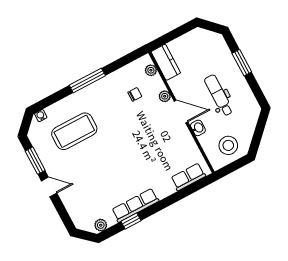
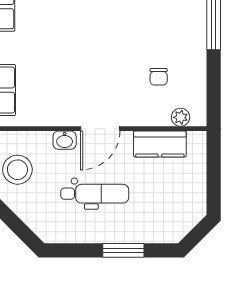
kitchen counter: (166, 62) -> (160, 144), moved
plant: (165, 96) -> (134, 117), removed

